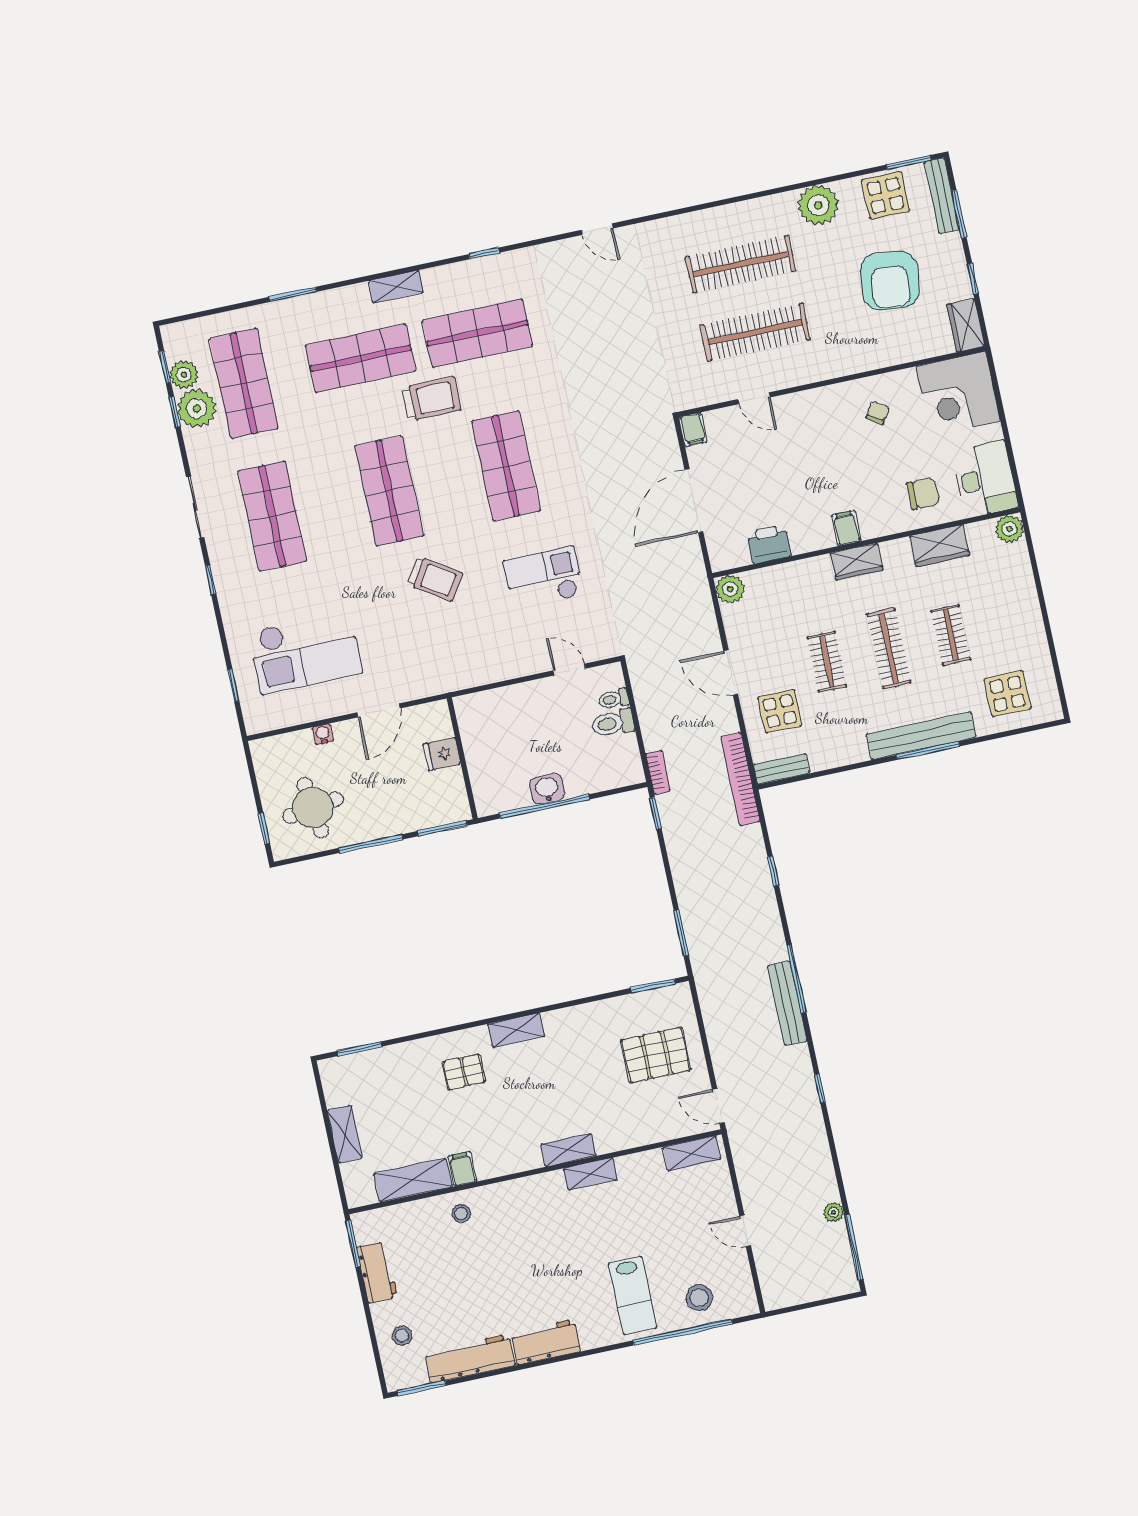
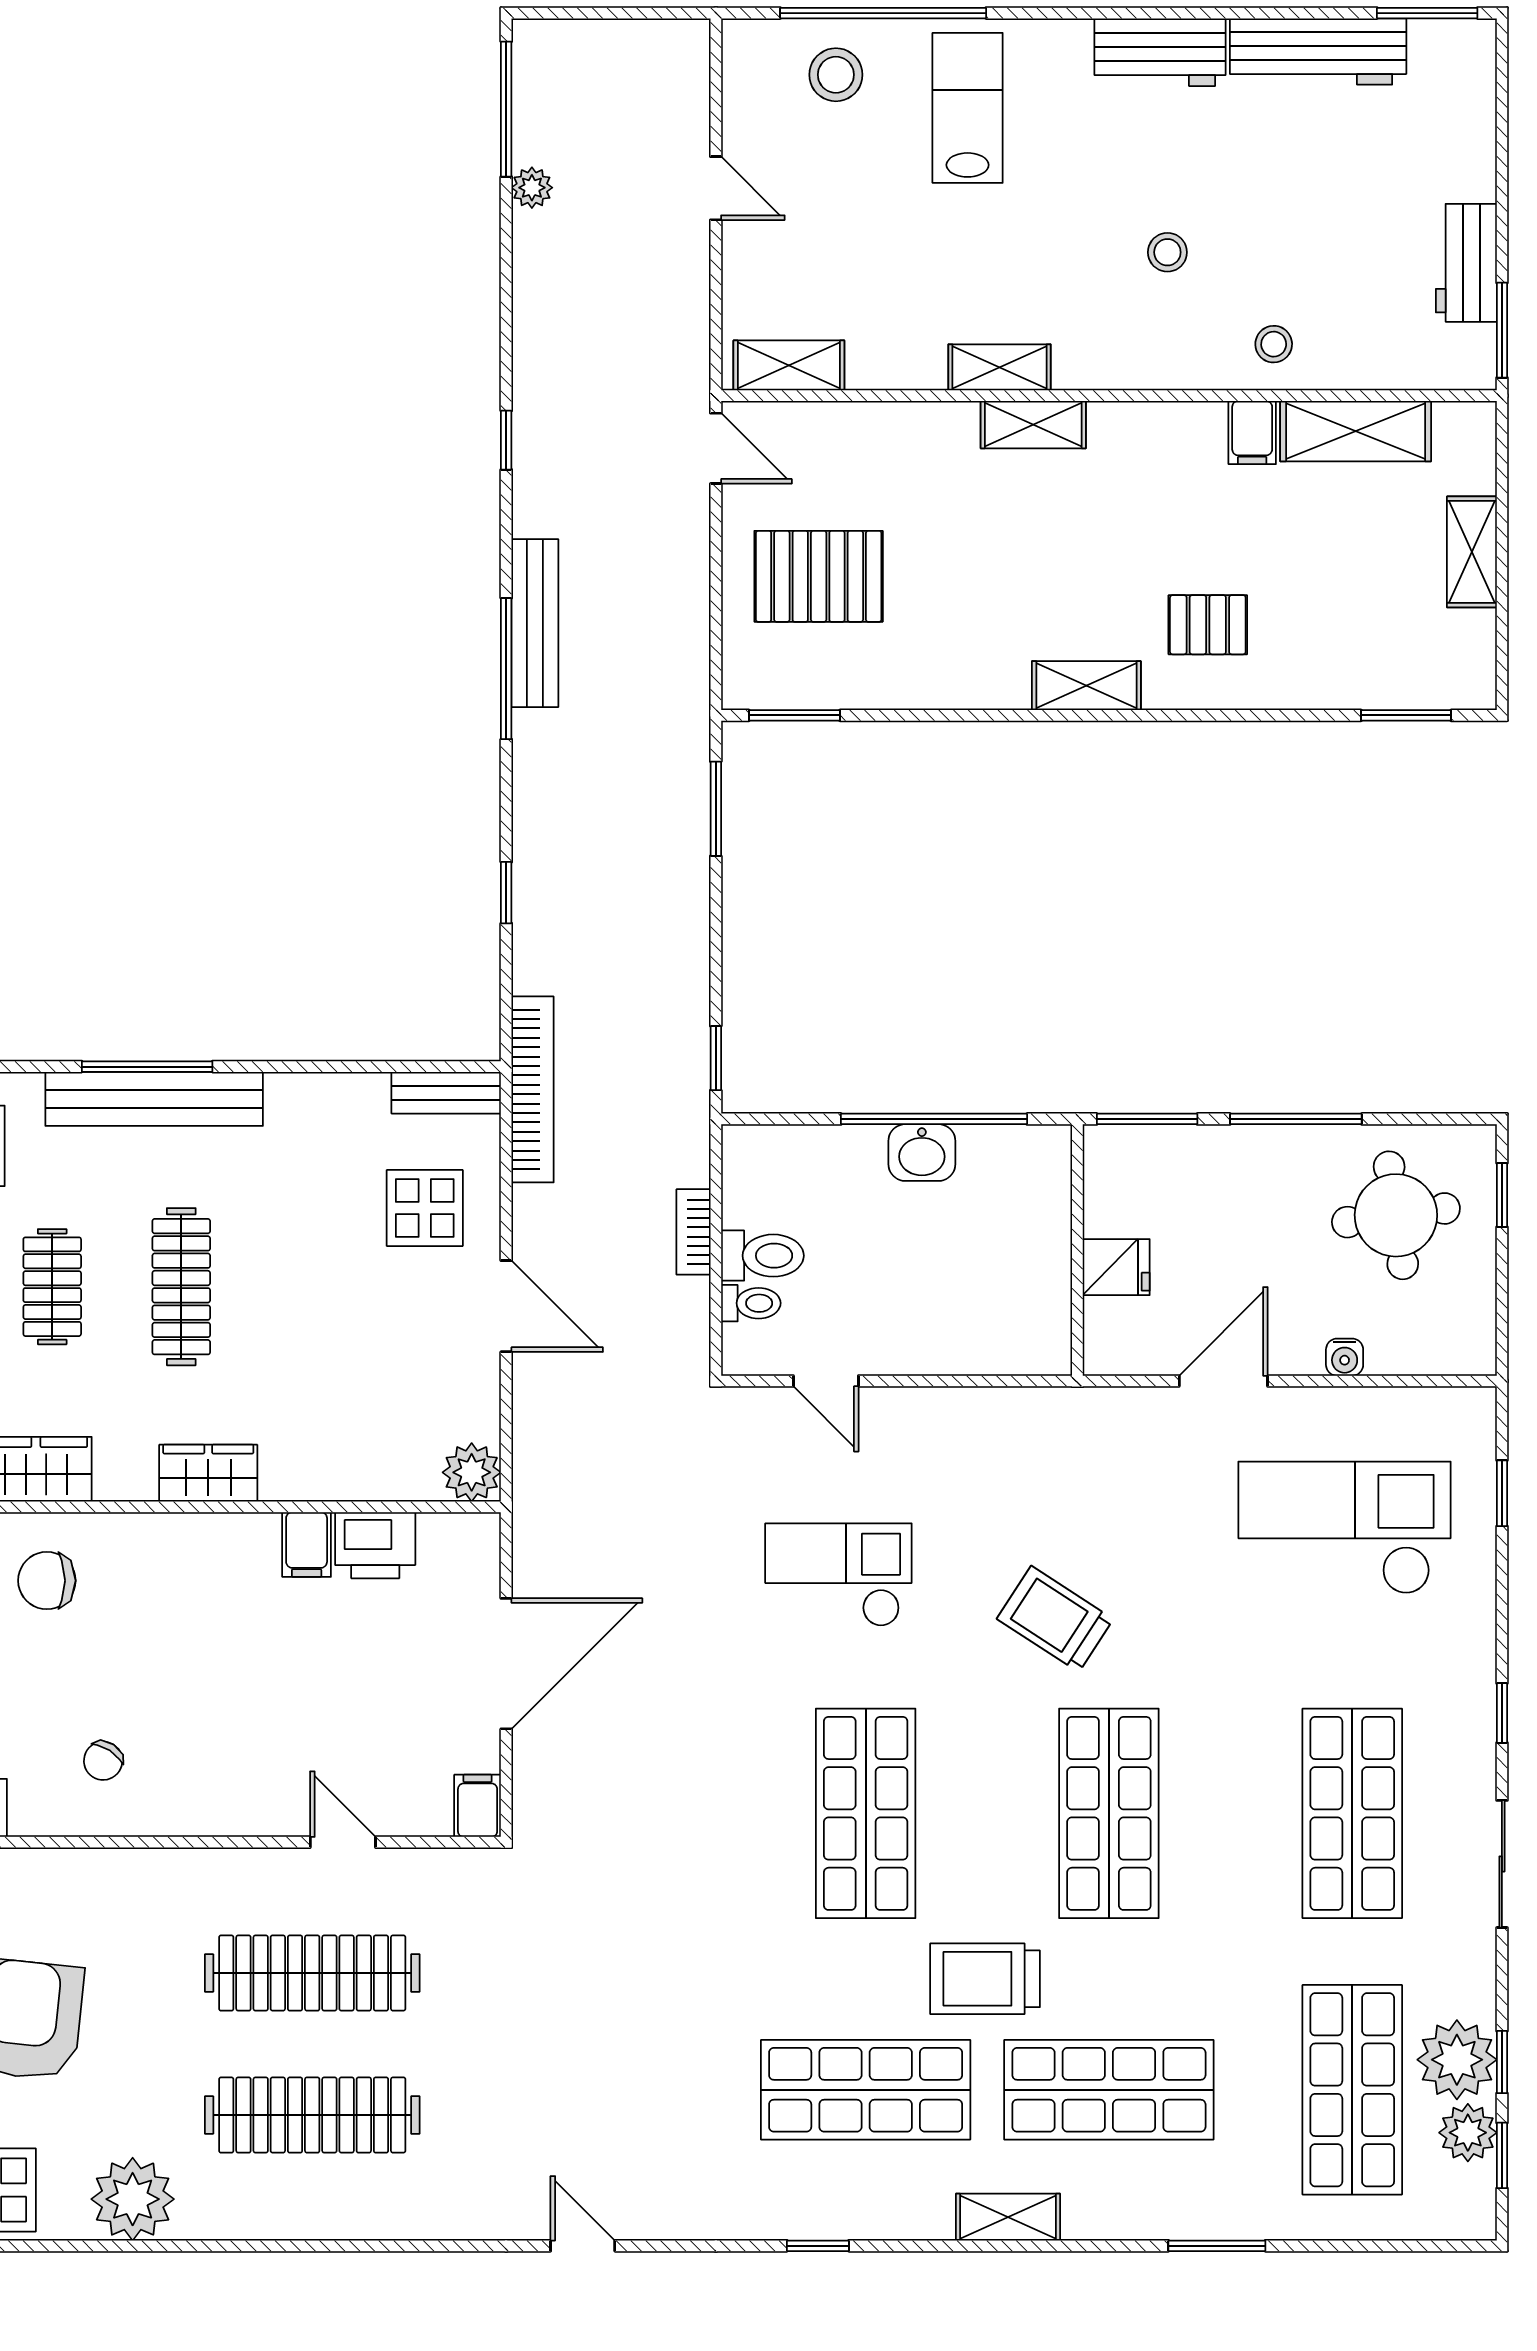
filing cabinet: (846, 528) -> (307, 1544), moved
checkout: (544, 578) -> (838, 1575), turned 180
clothes rail: (827, 662) -> (310, 1287), removed
bookcase: (658, 772) -> (693, 1232), moved
stool: (402, 1336) -> (1167, 252), moved

